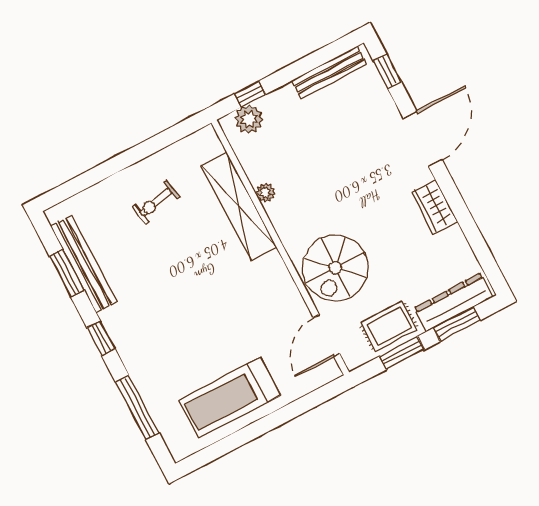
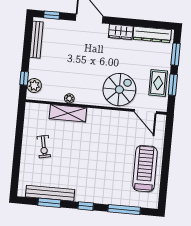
shelving: (239, 207) -> (68, 113), width x0.68
spiral stairs: (335, 268) -> (119, 90), turned -90
dresser: (454, 302) -> (152, 35), moved, turned -90
treadmill: (230, 398) -> (145, 169), turned 180

